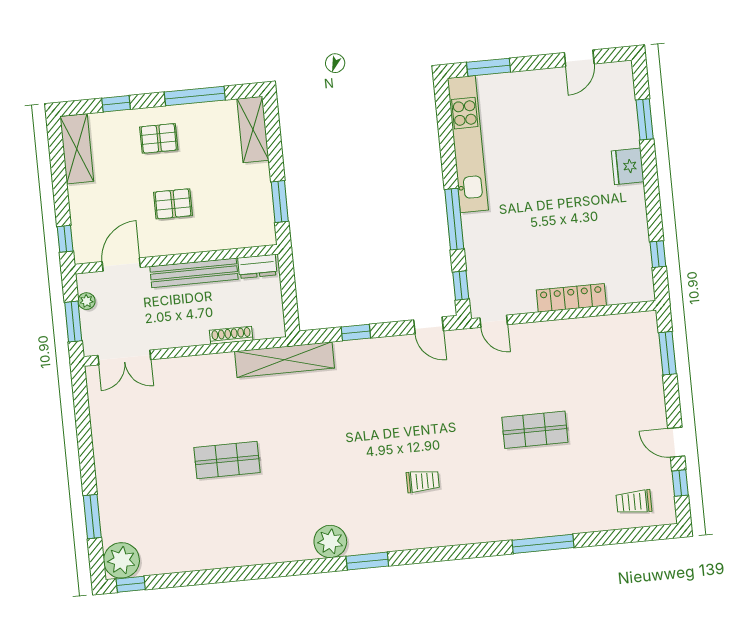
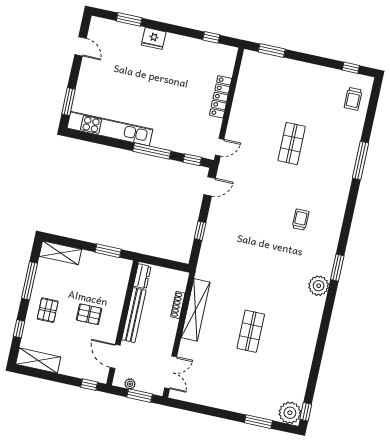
pallet: (173, 204) -> (89, 314), turned 90
shelving: (285, 360) -> (196, 310), moved
door: (676, 442) -> (326, 62), removed

